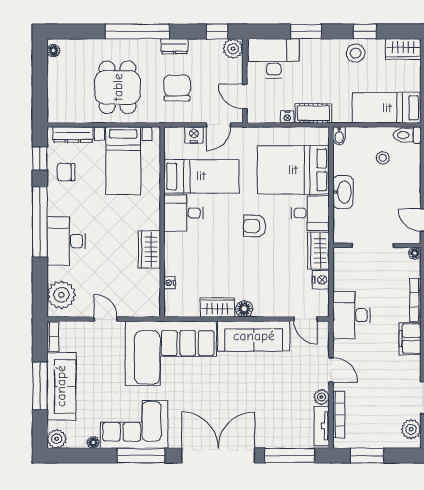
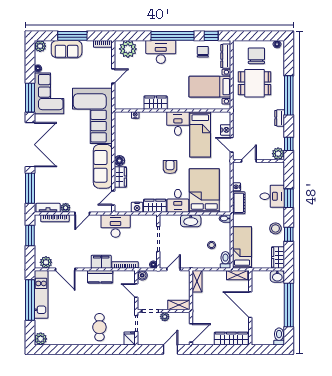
desk: (274, 58) -> (272, 196), moved, width x0.73
chair: (177, 88) -> (256, 56), moved, turned -90
wardrobe: (217, 307) -> (120, 177), moved
sofa: (61, 386) -> (67, 49), width x0.73

